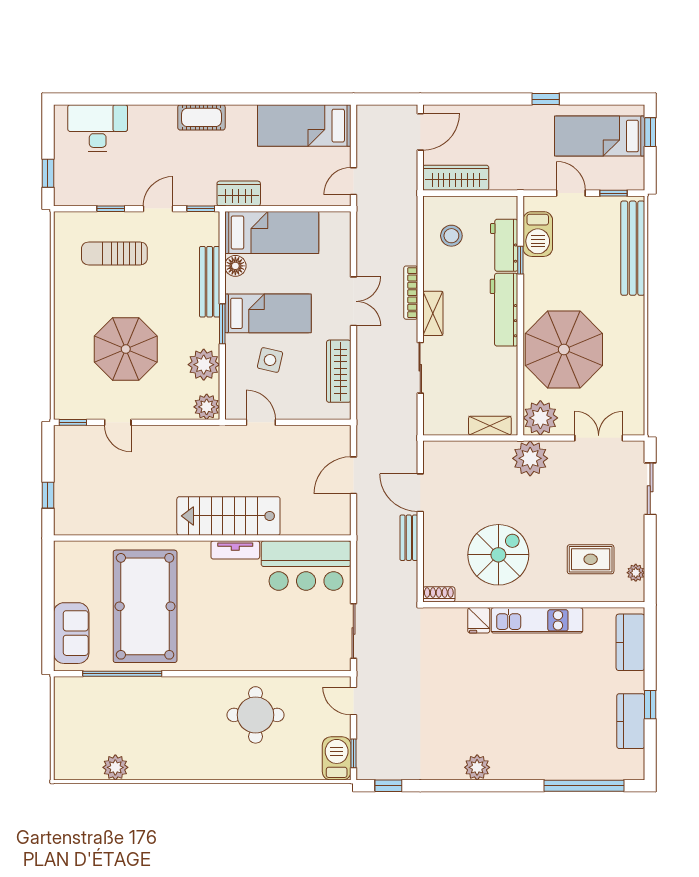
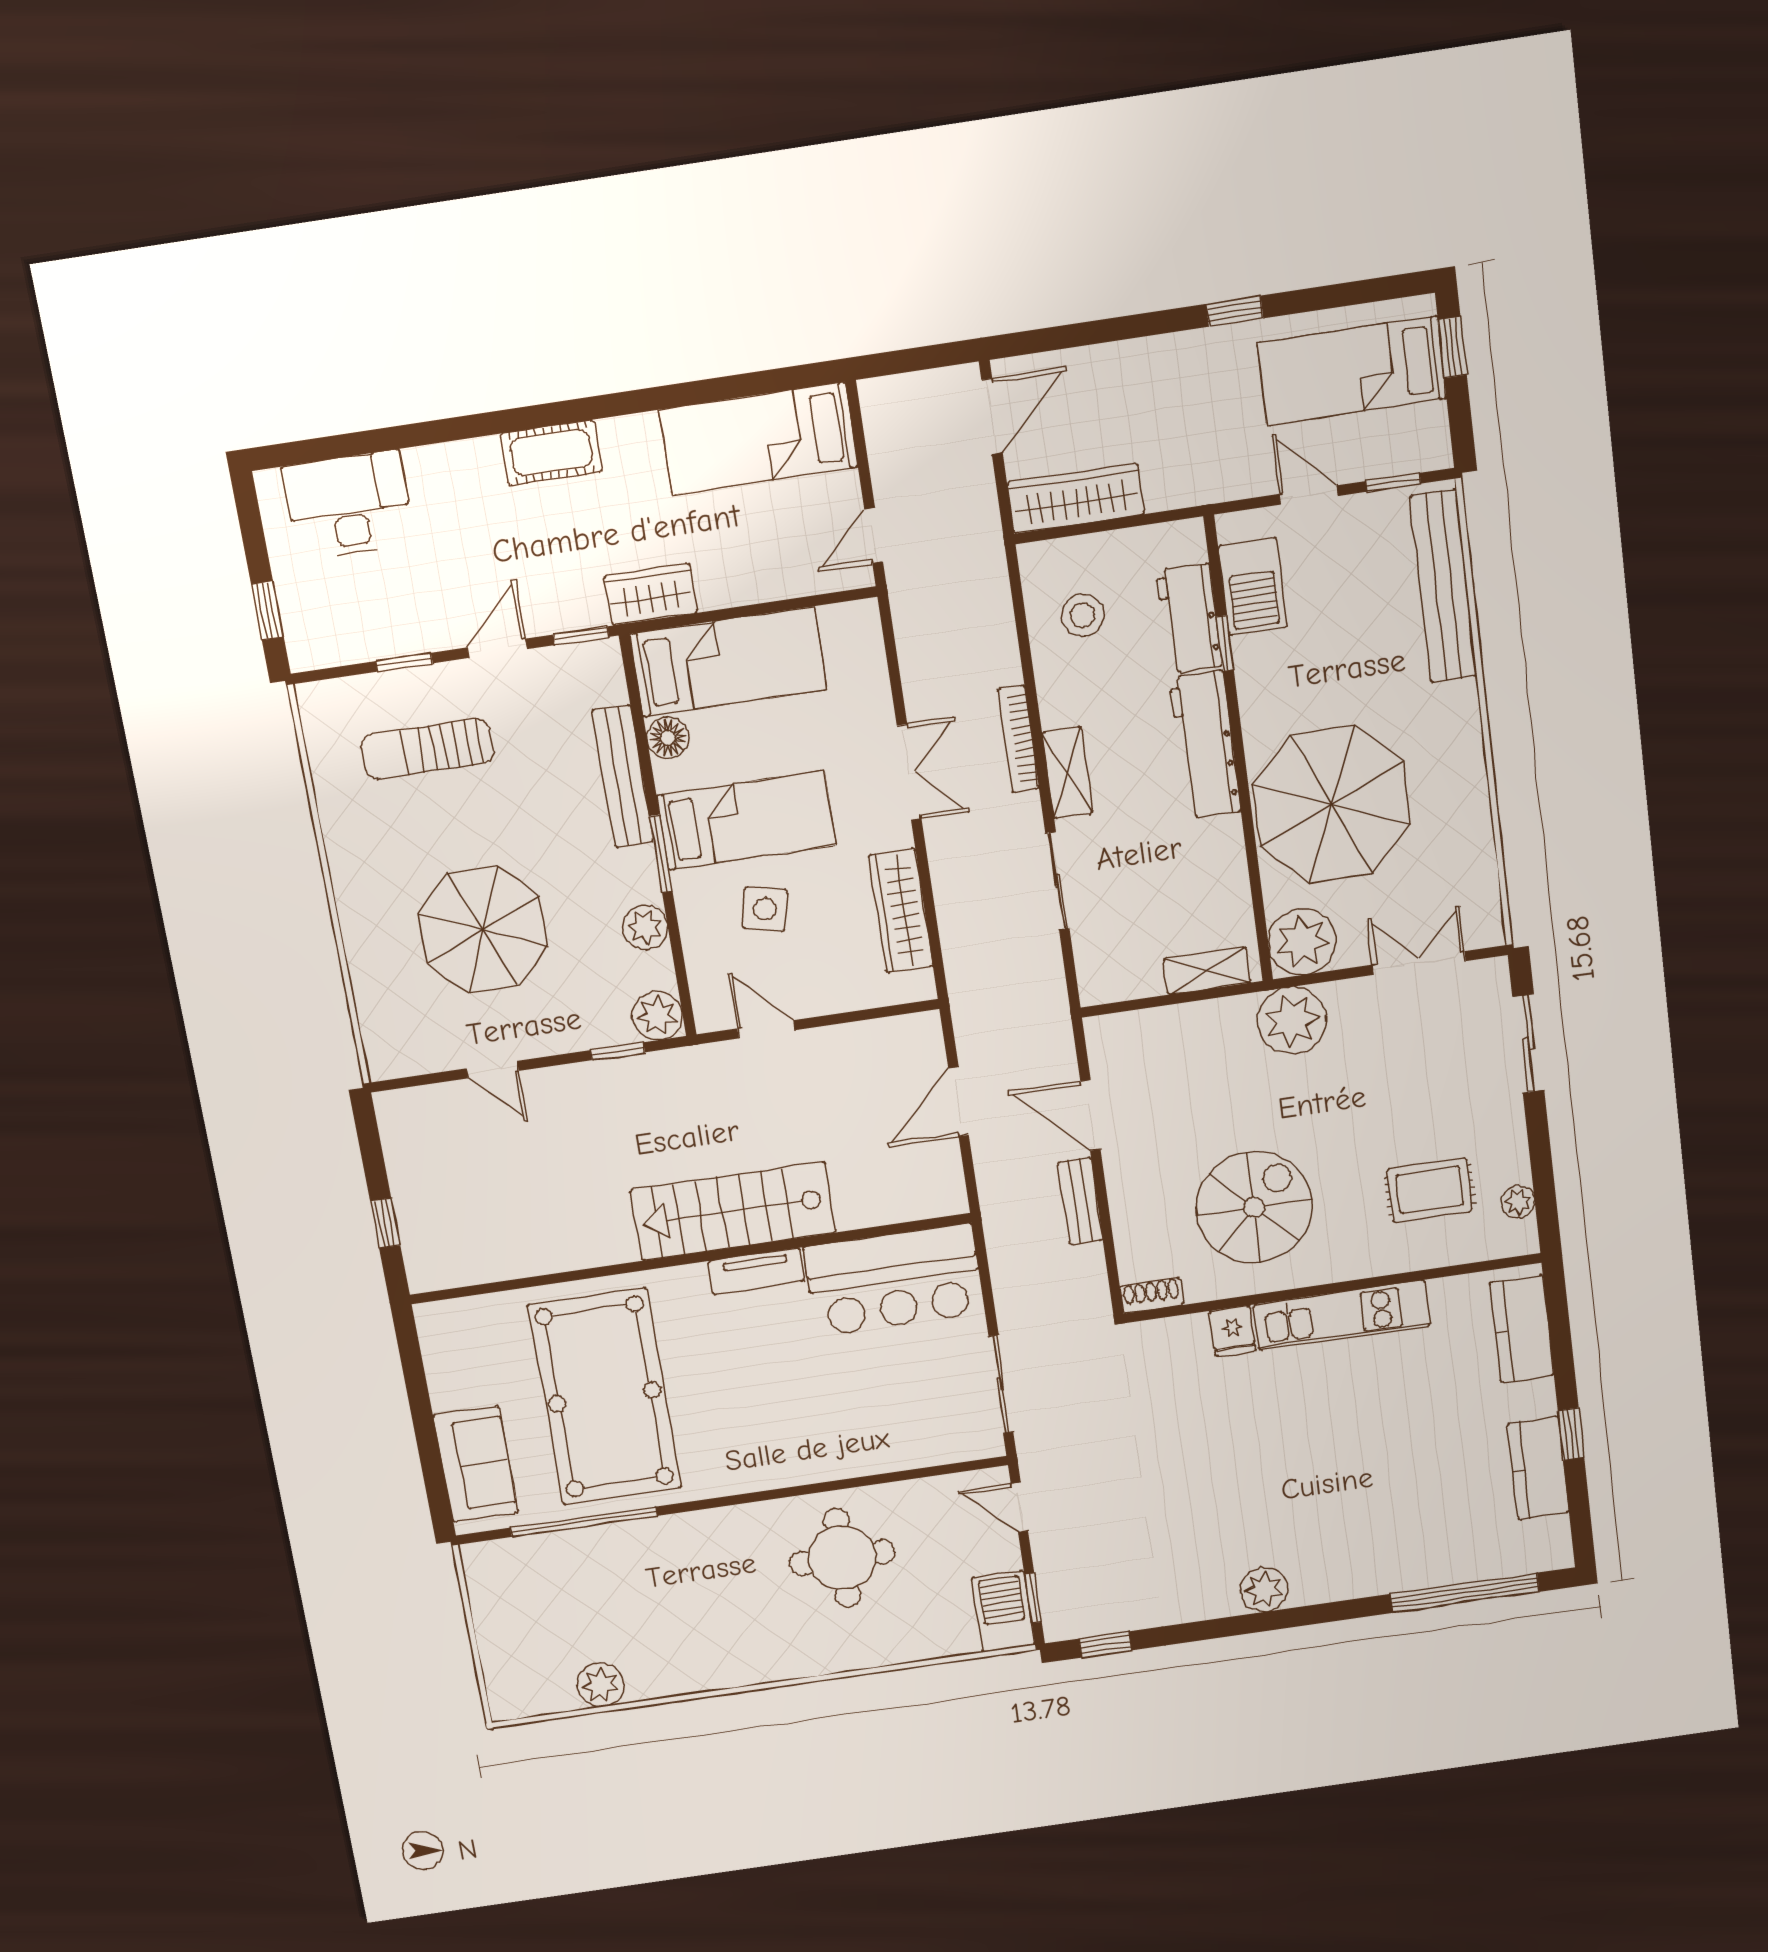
plant: (204, 365) -> (645, 927), width x0.73, depth x0.73
window: (73, 422) -> (618, 1051), moved

